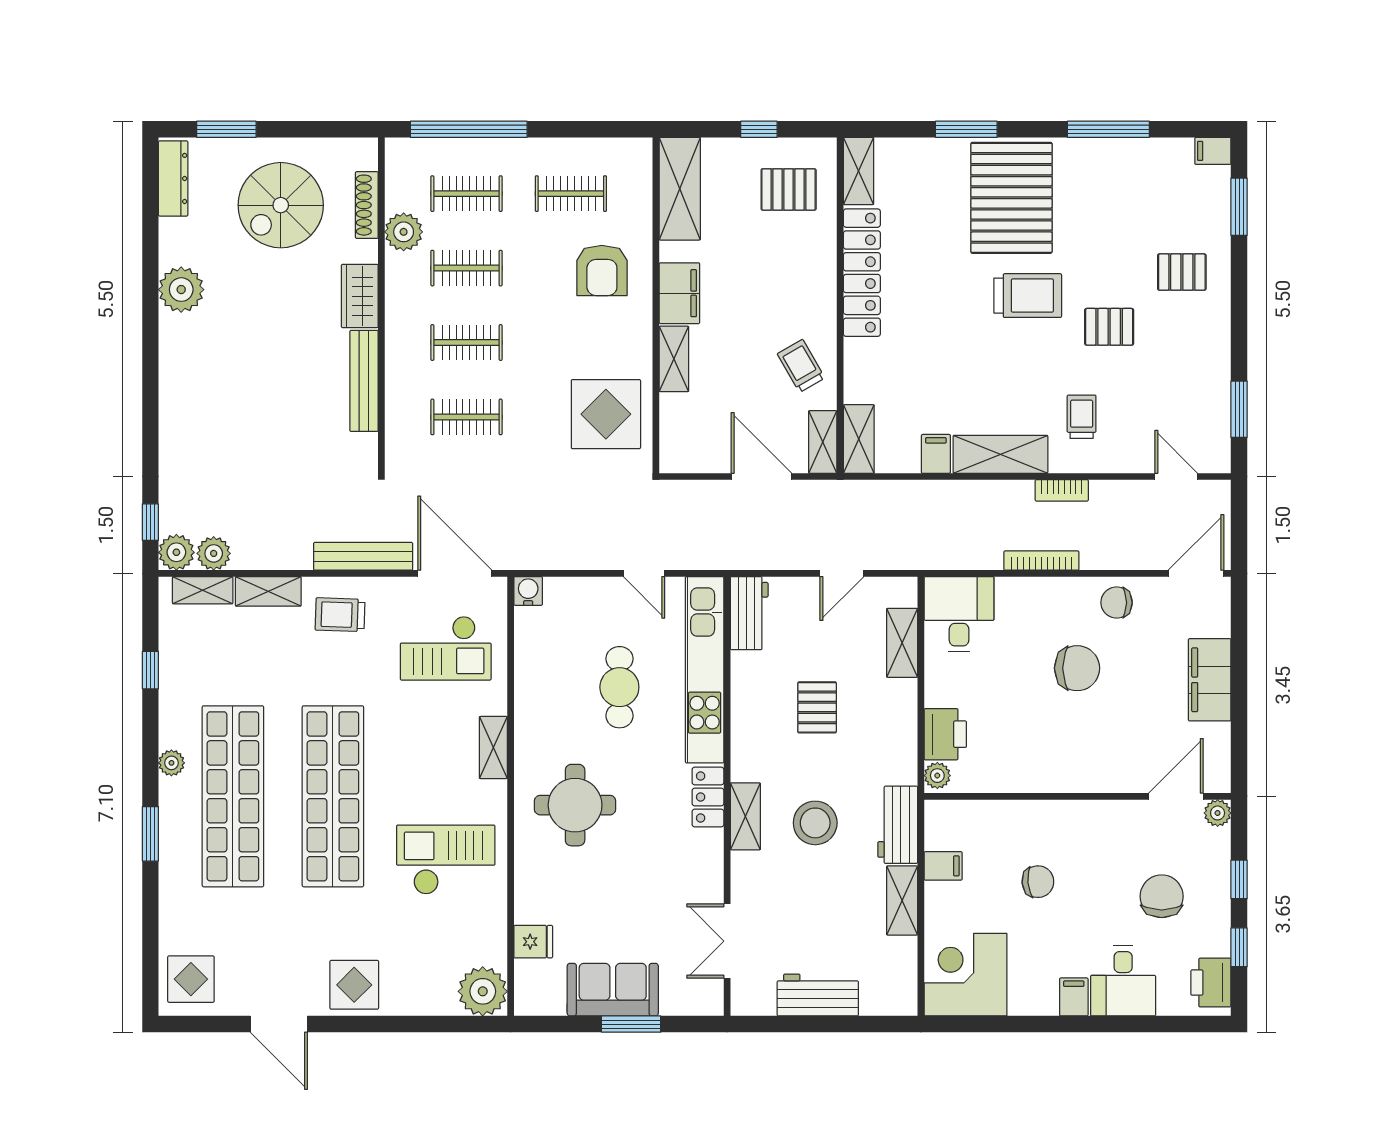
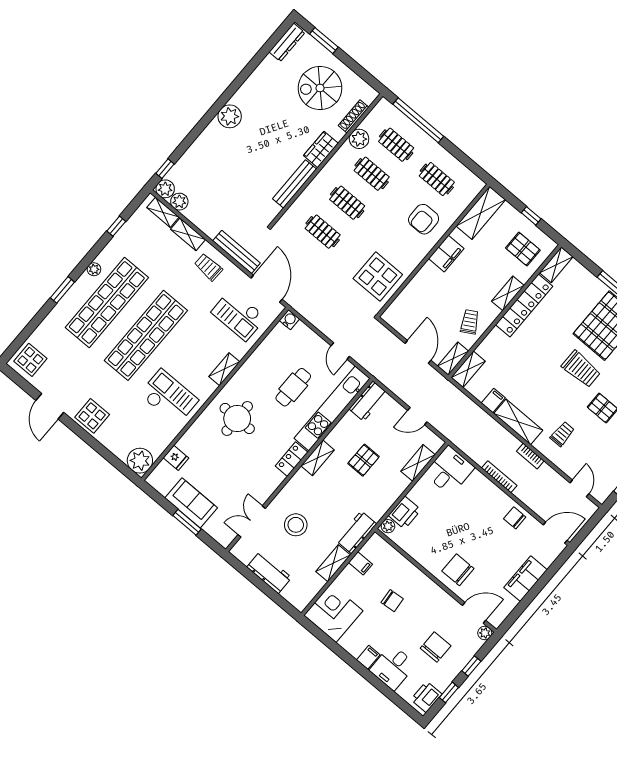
plant: (181, 290) -> (230, 116), moved
shelving: (674, 359) -> (508, 293), moved
chair: (1077, 668) -> (458, 570), moved, turned 180
shelving: (745, 816) -> (318, 458), moved
stool: (815, 823) -> (296, 525), moved

